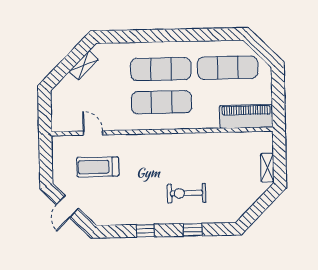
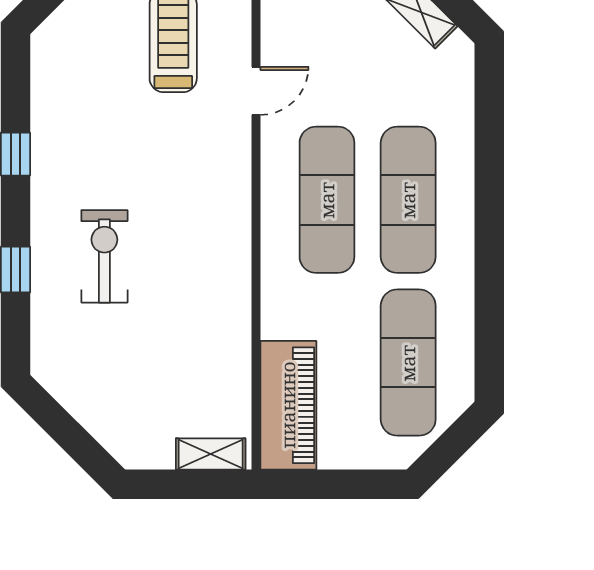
door: (93, 133) -> (256, 91), moved
shelving: (267, 168) -> (211, 454), moved

